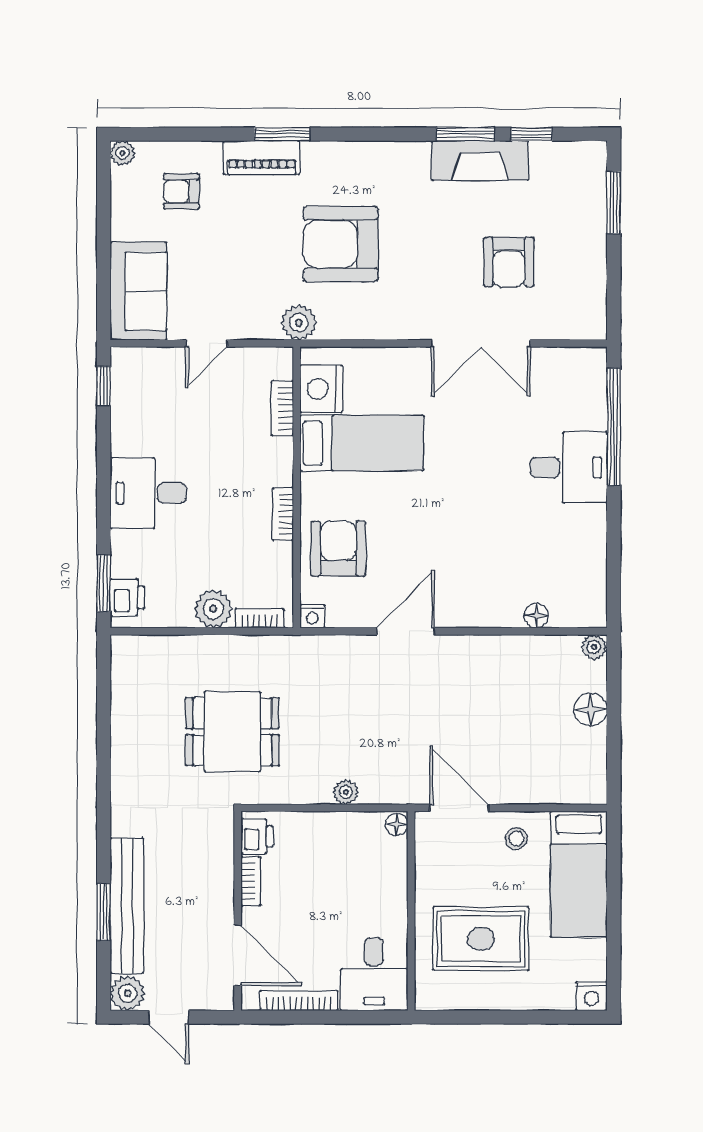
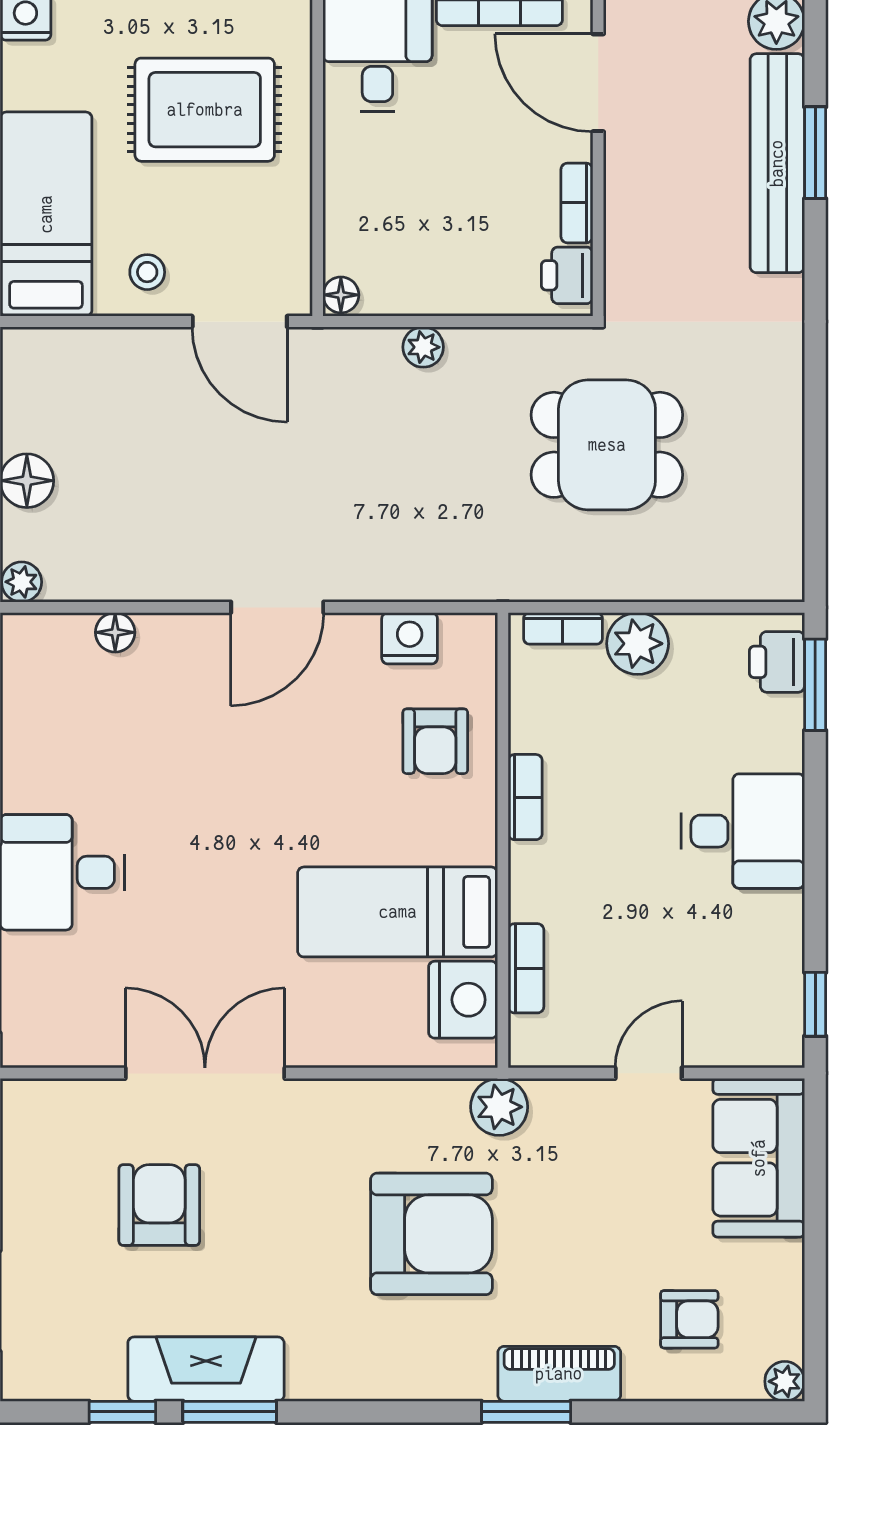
armchair: (338, 549) -> (435, 741), width x0.72, depth x0.72
nightstand: (312, 616) -> (410, 638), moved, width x1.39, depth x1.35
door: (406, 631) -> (277, 607), moved

